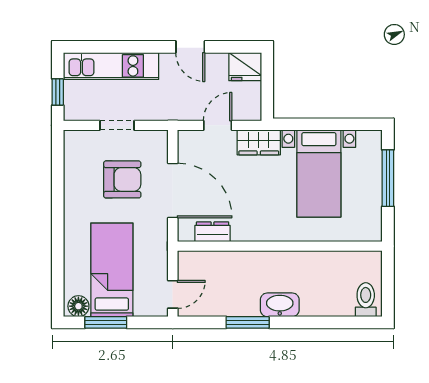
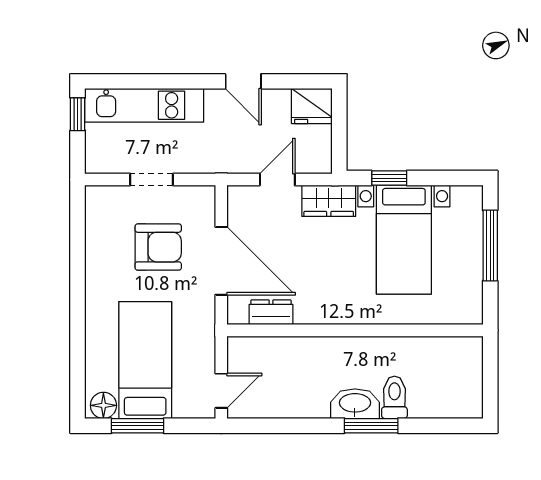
window: (58, 92) -> (78, 114), moved
window: (307, 124) -> (389, 178), added
toilet: (366, 300) -> (394, 397), moved
window: (248, 322) -> (371, 426), moved

